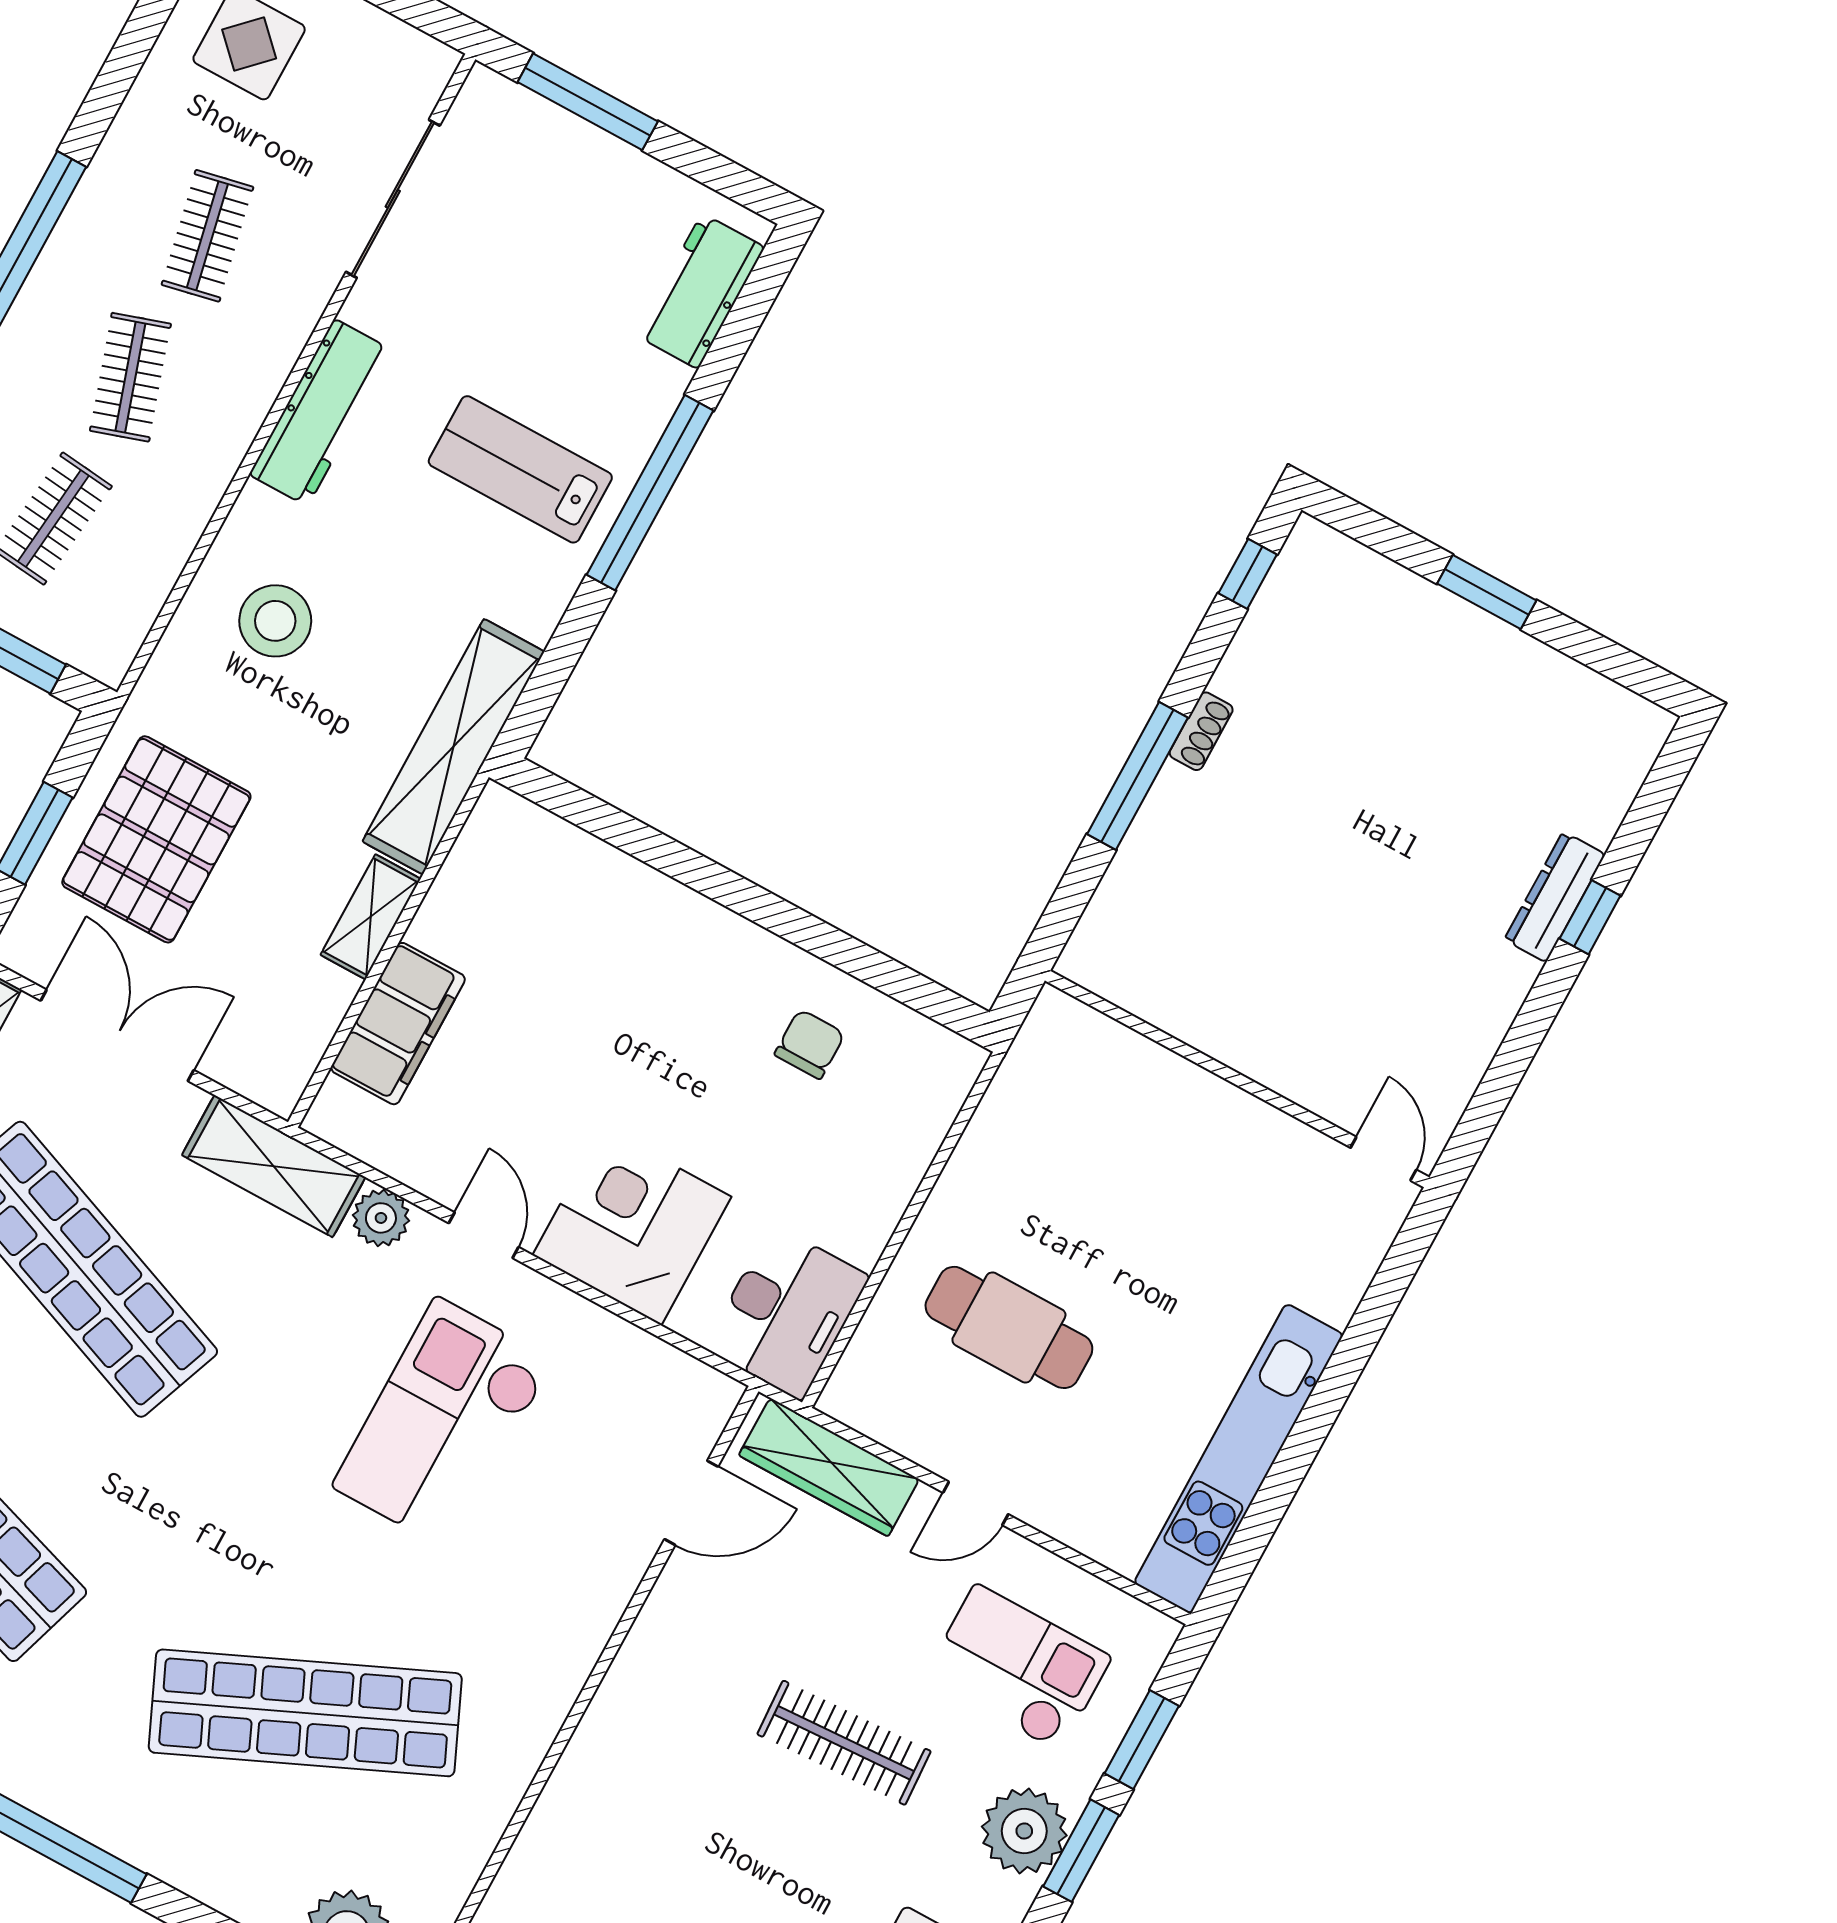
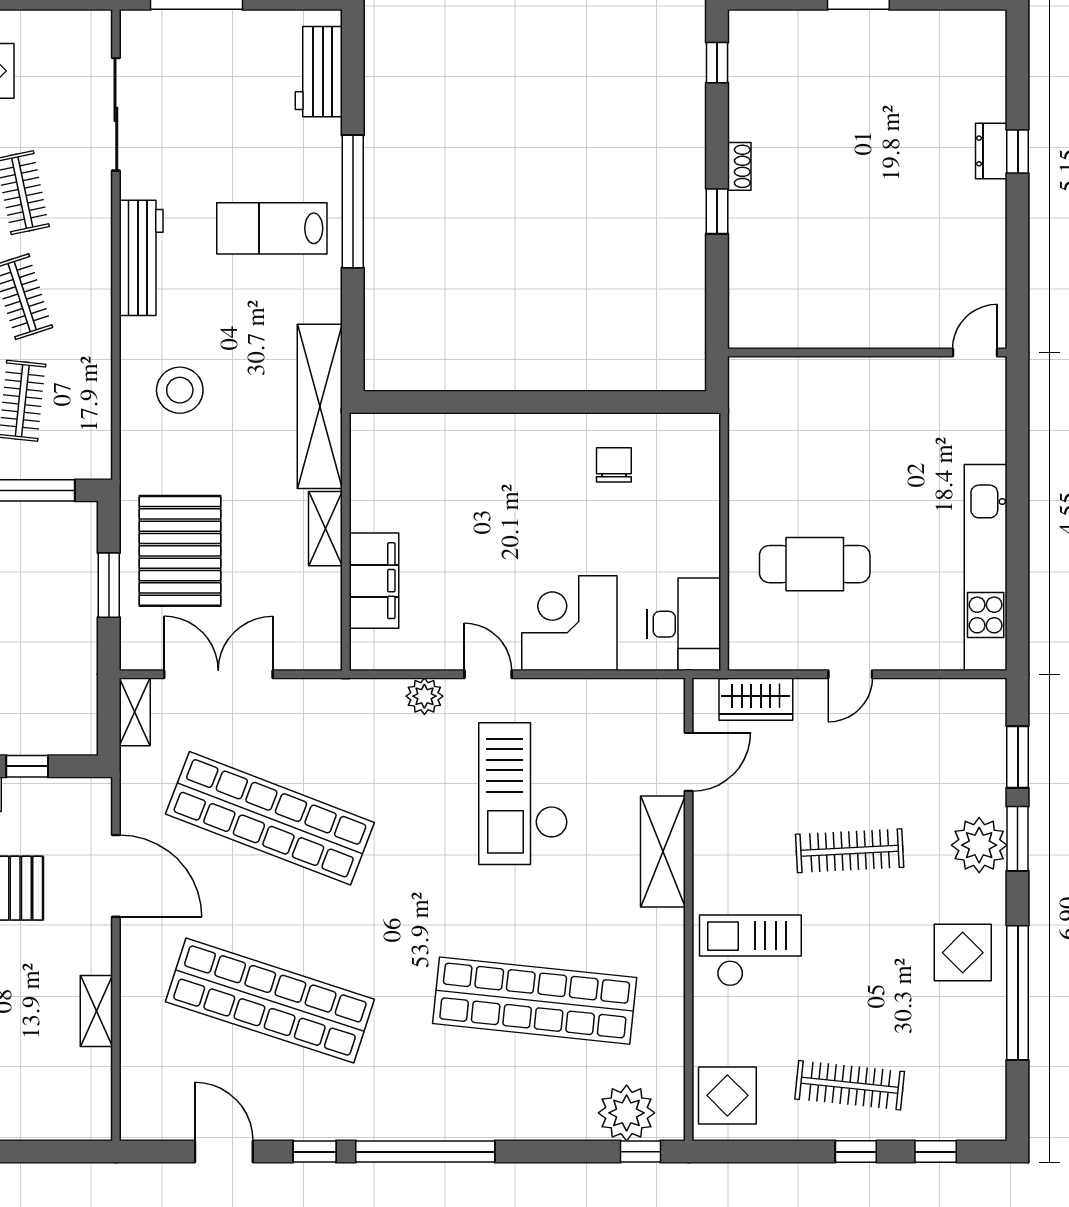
window: (1138, 776) -> (717, 211), width x0.46
dresser: (1555, 897) -> (991, 151), width x0.70
door: (1383, 1159) -> (975, 352), hinge flipped
shelving: (274, 1166) -> (663, 852), moved, turned 90
wardrobe: (829, 1467) -> (756, 699), width x0.67
checkout: (1018, 1668) -> (750, 950), moved
shop shelf: (305, 1713) -> (535, 1001), turned 30

